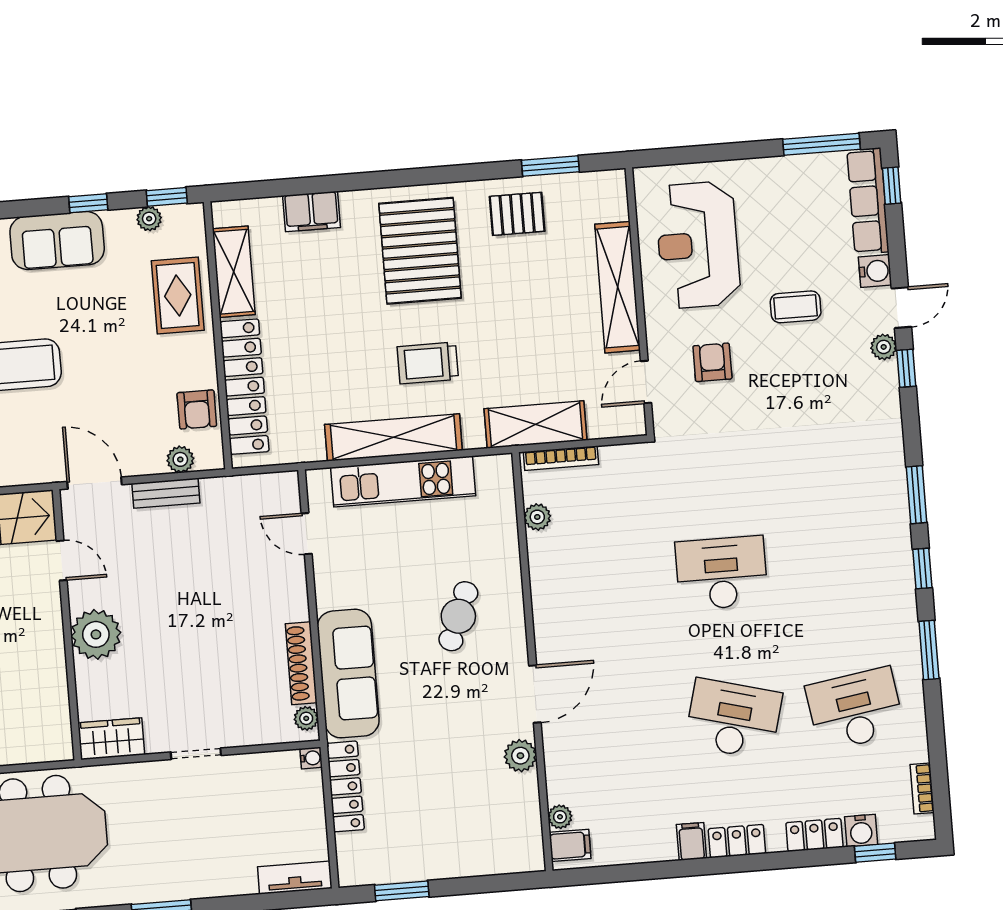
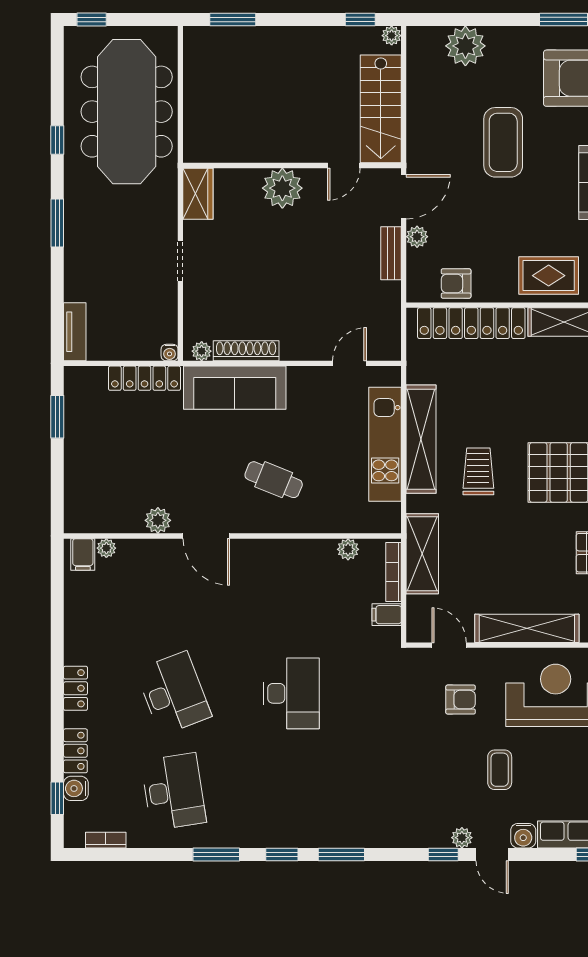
plant: (180, 459) -> (417, 237), moved
desk: (733, 719) -> (174, 693), turned -36
filing cabinet: (691, 841) -> (387, 615), moved, turned 180

